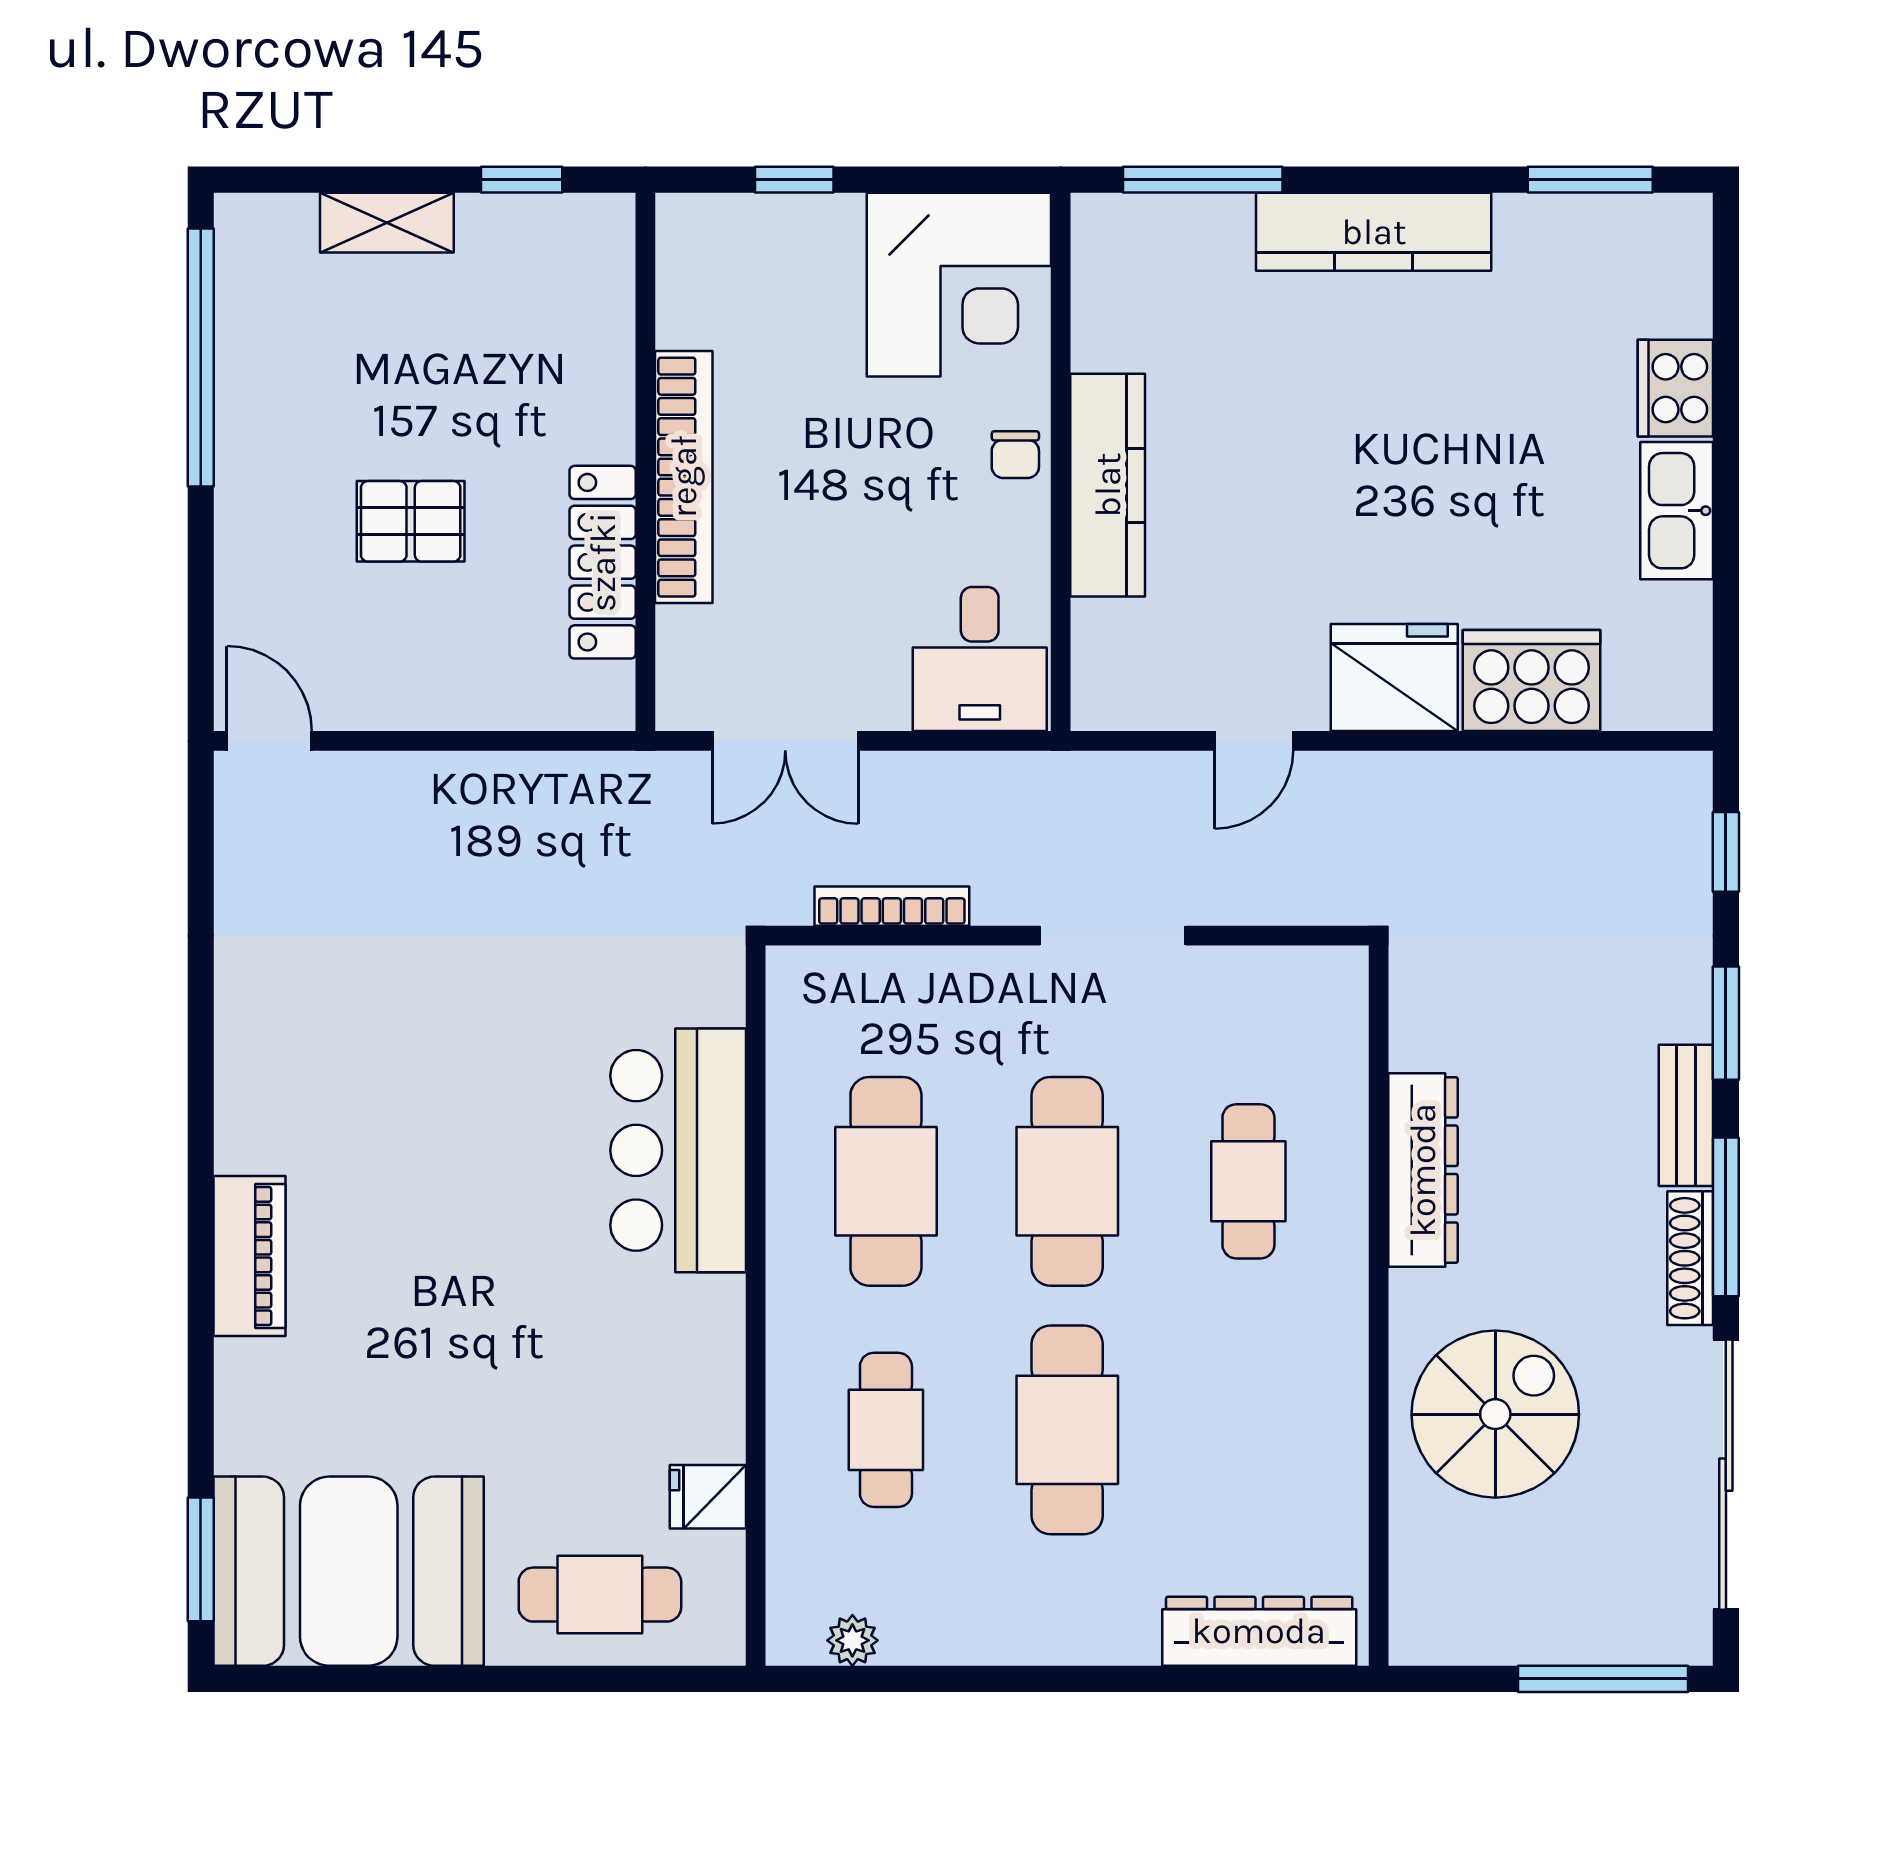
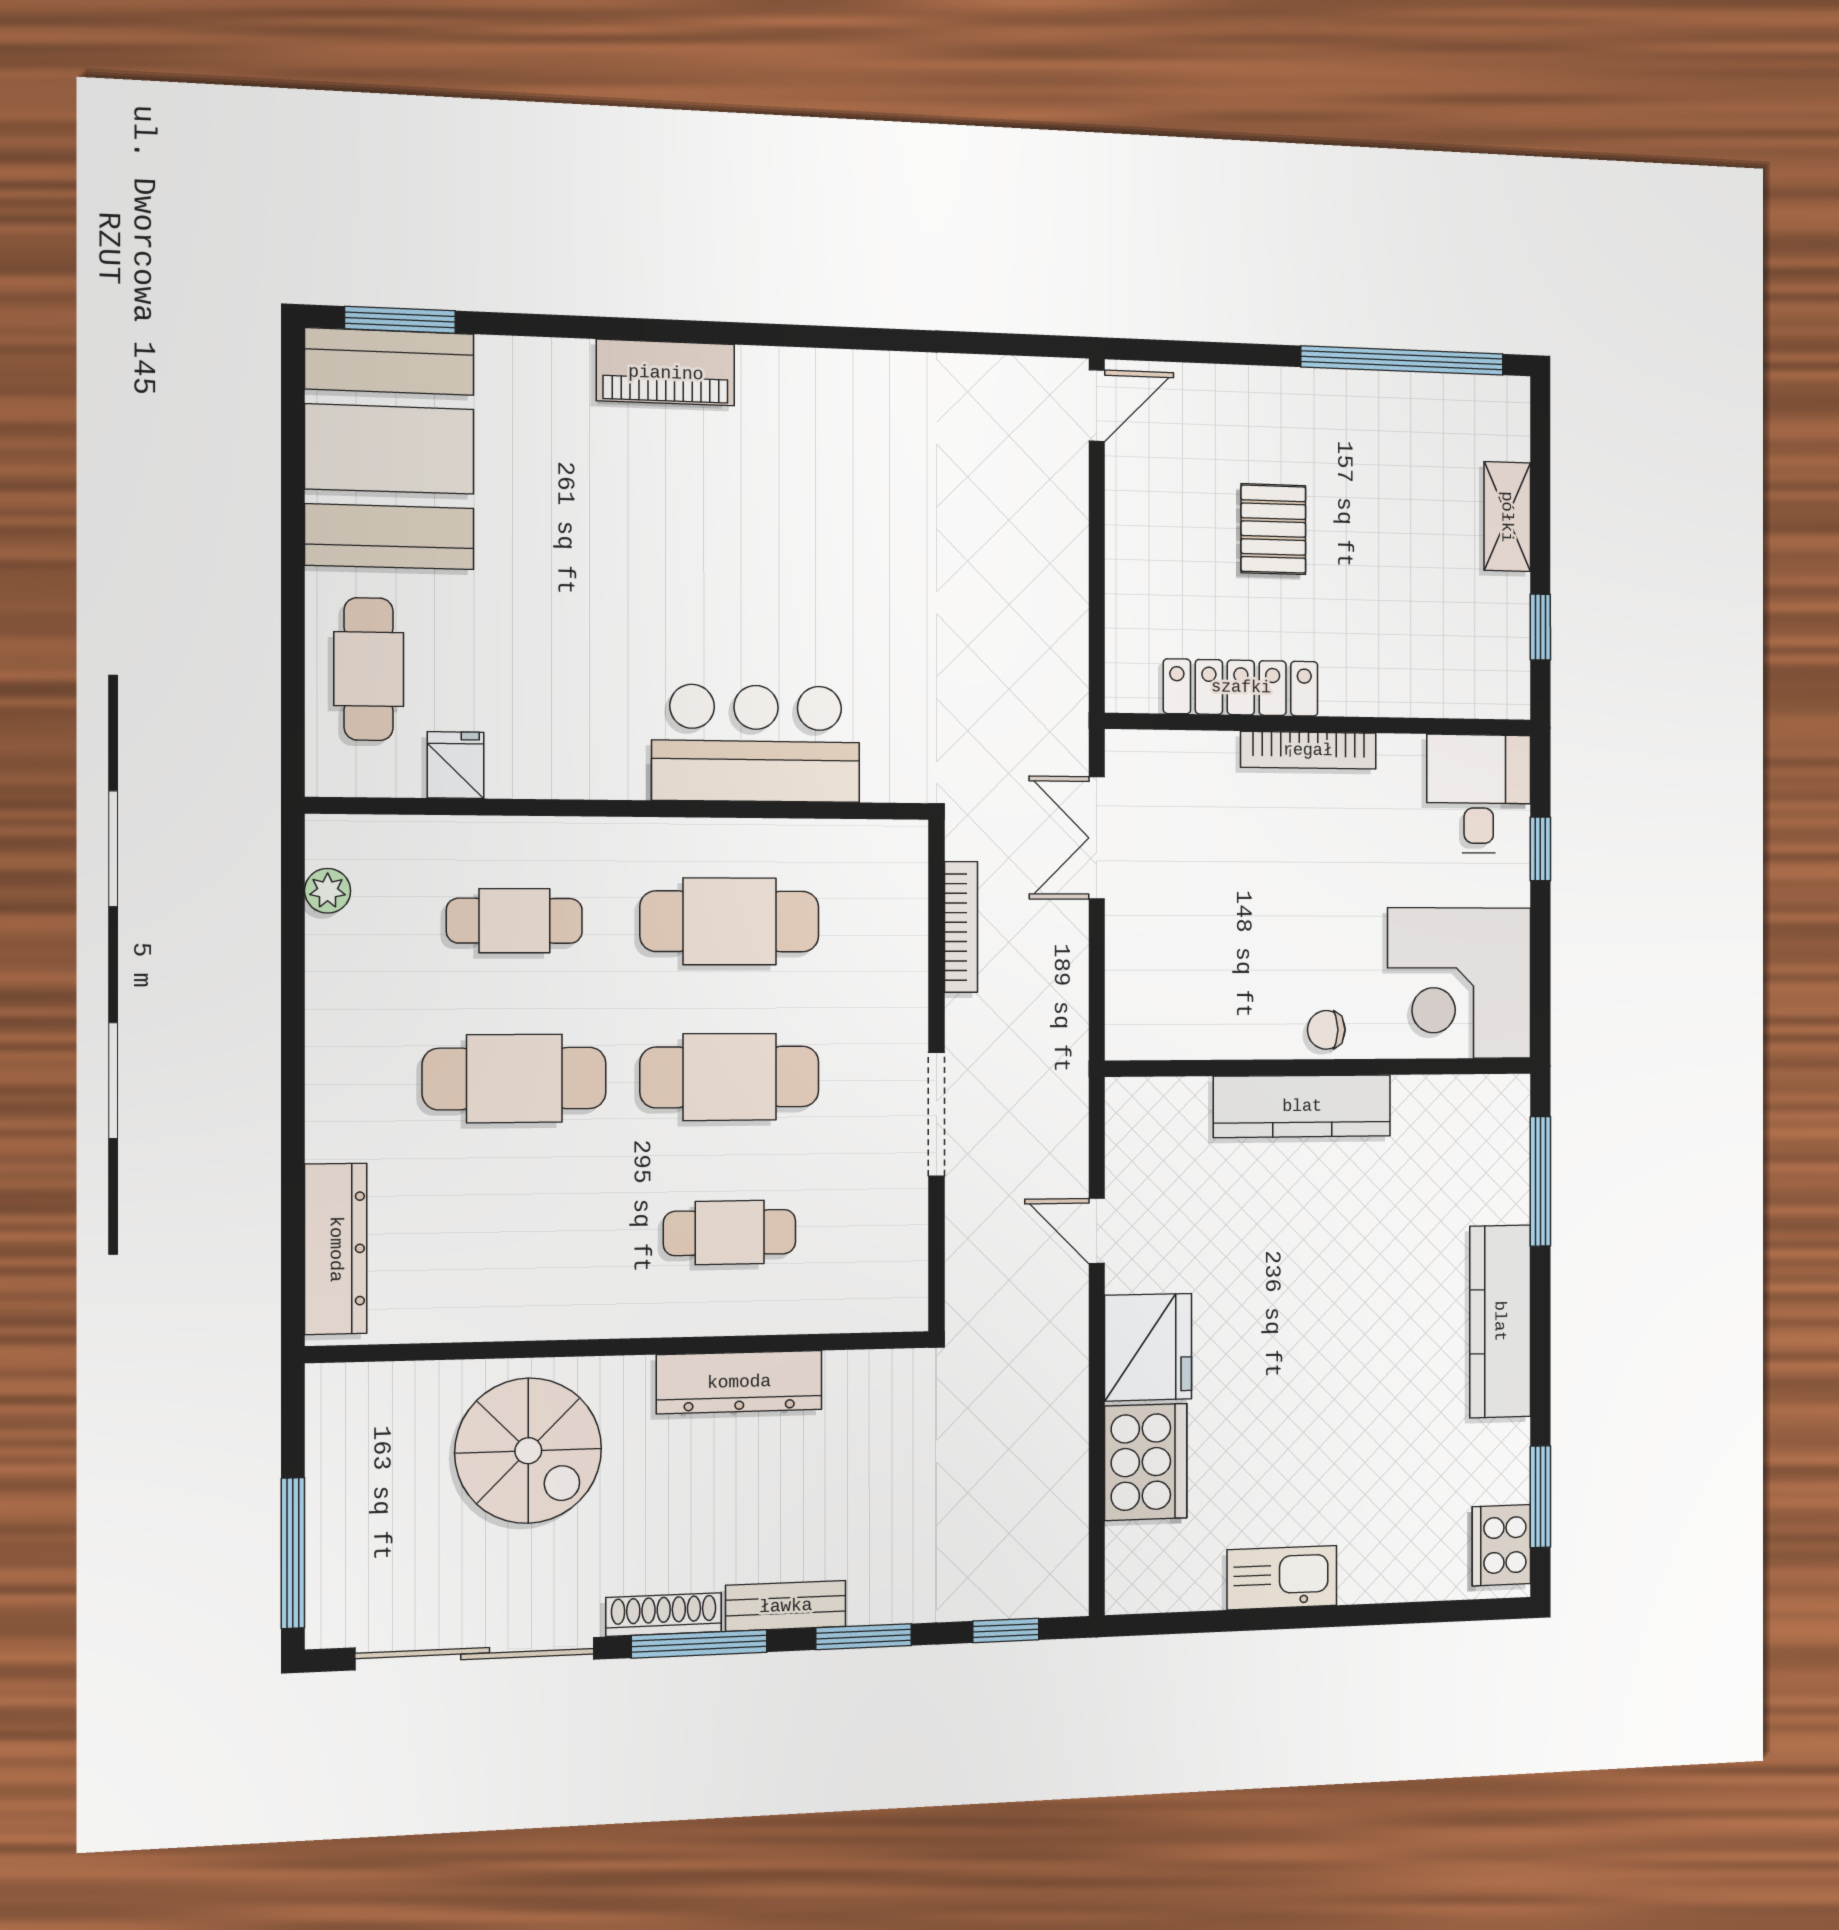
cooker: (1675, 388) -> (1502, 1545), moved, turned -90
bookcase: (684, 477) -> (1308, 750), width x0.68, depth x0.76
desk: (980, 659) -> (1479, 794), moved, turned 90

